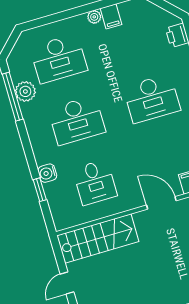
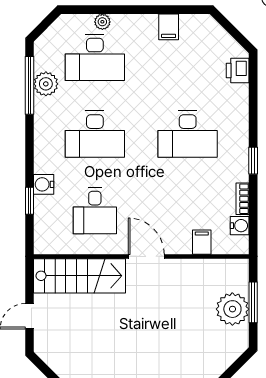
plant: (94, 17) -> (102, 22), moved
door: (161, 203) -> (146, 256), moved

